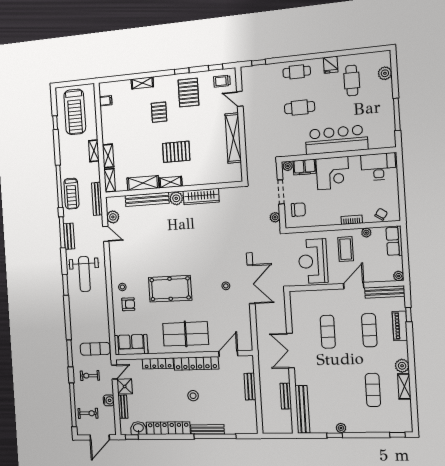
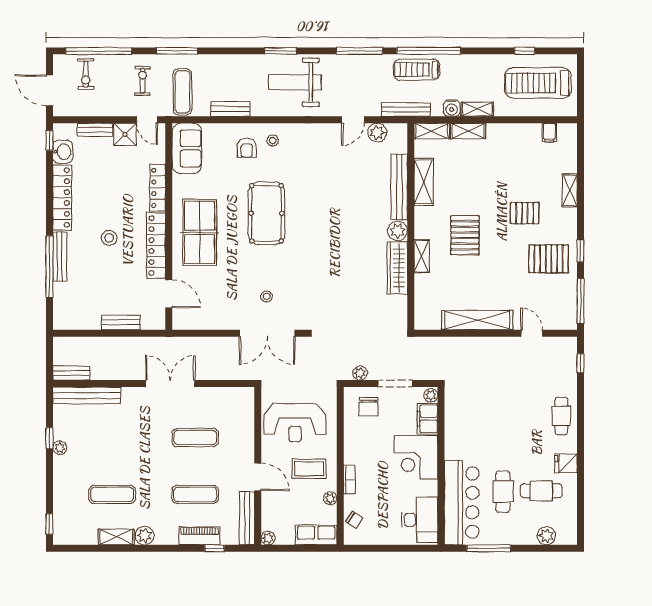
window: (216, 67) -> (580, 301), width x2.17
trolley: (222, 81) -> (560, 309), removed
door: (240, 99) -> (532, 333), hinge flipped
cafe table: (300, 108) -> (503, 492), moved
bar counter: (336, 140) -> (462, 503), moved
shelving: (171, 182) -> (422, 256), moved
bench: (69, 236) -> (230, 109), moved
reception desk: (313, 261) -> (295, 423), turned 180
bench: (286, 396) -> (71, 373), moved
water cooler: (109, 400) -> (452, 108), moved

